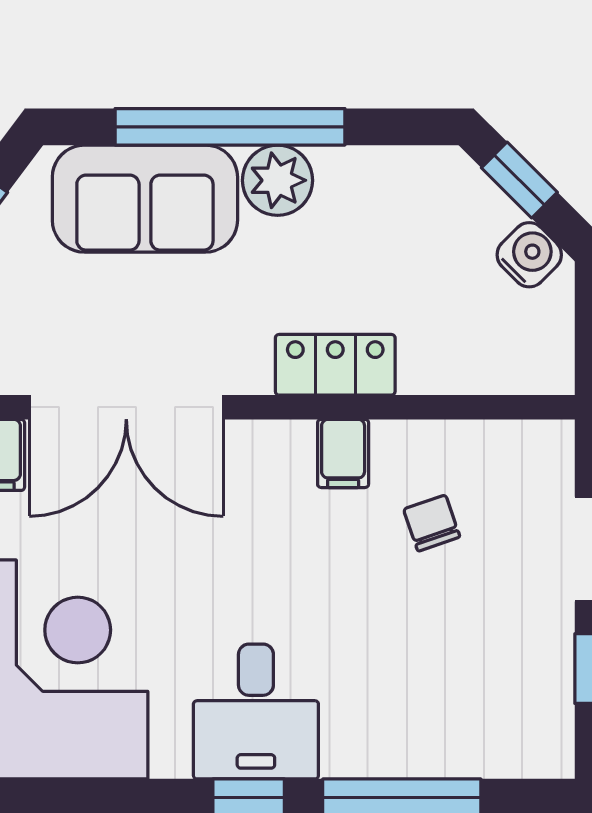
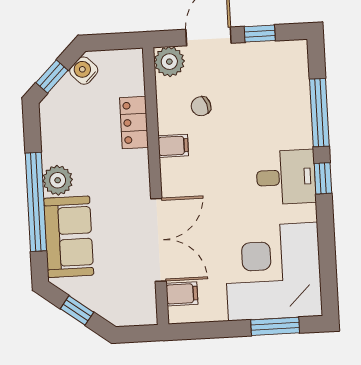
locker: (335, 365) -> (134, 123), moved
plant: (539, 455) -> (169, 62), added

